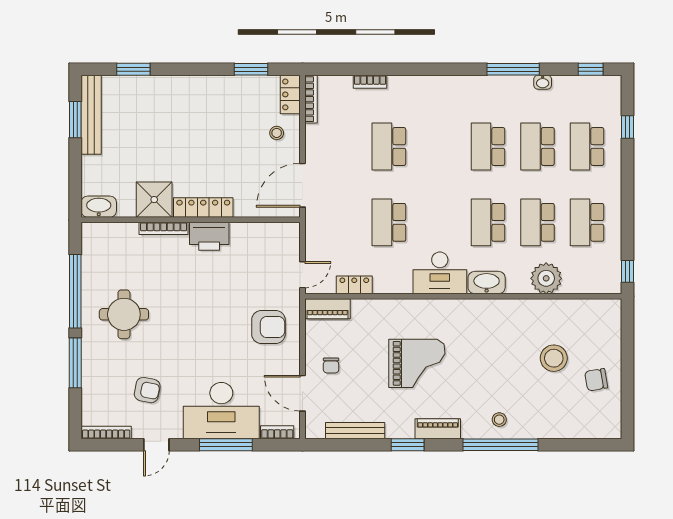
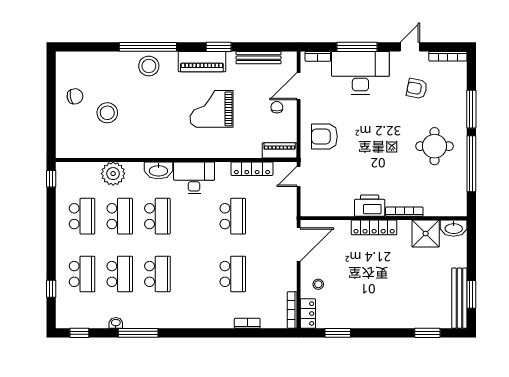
shower: (154, 200) -> (426, 234), moved
locker: (354, 285) -> (252, 169), width x1.53
door: (302, 393) -> (299, 86), swing flipped
stool: (499, 420) -> (149, 66), width x1.89, depth x1.89
piano: (438, 429) -> (202, 62), width x1.37, depth x1.33

